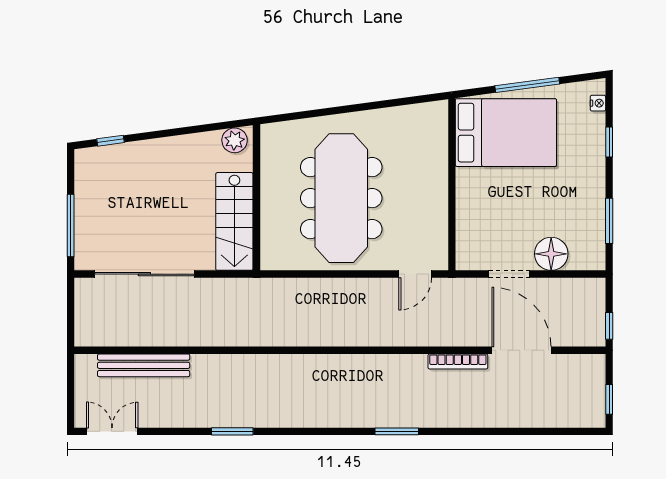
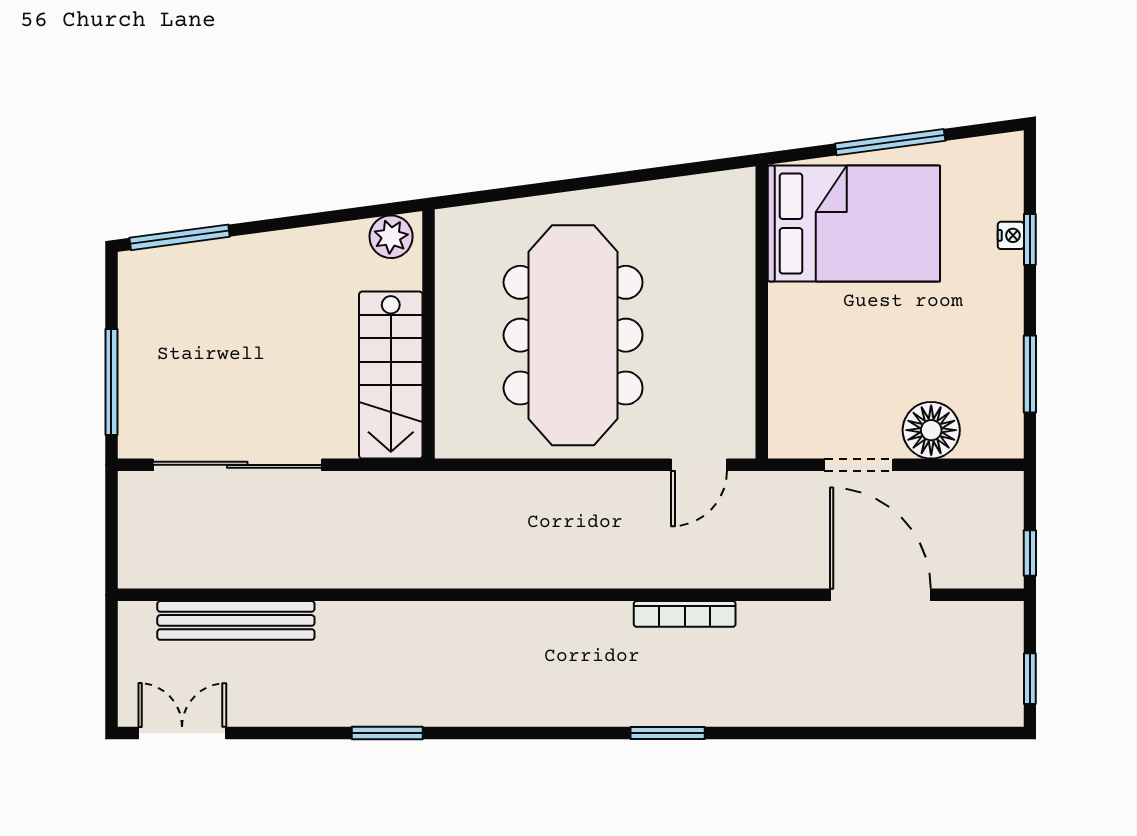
nightstand: (598, 103) -> (1011, 235), moved
window: (111, 141) -> (180, 237), width x2.17
bookcase: (458, 362) -> (685, 614), moved

